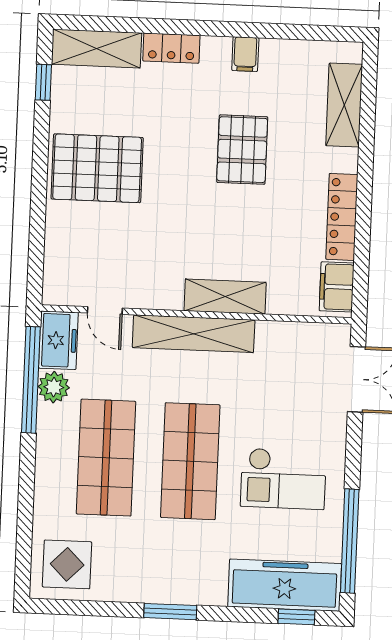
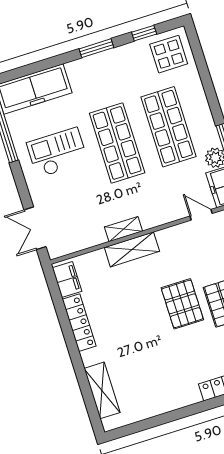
filing cabinet: (245, 54) -> (173, 400), removed
pallet: (242, 150) -> (182, 304), moved
shelving: (194, 334) -> (123, 229), width x0.45, depth x0.75
window: (296, 617) -> (144, 33), moved

